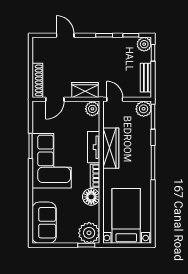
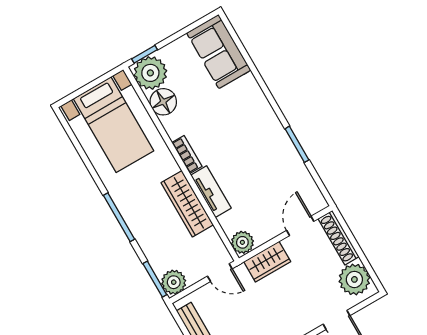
plant: (42, 52) -> (354, 279), added
corner sofa: (52, 161) -> (257, 141), removed
floor lamp: (91, 197) -> (163, 102), moved

